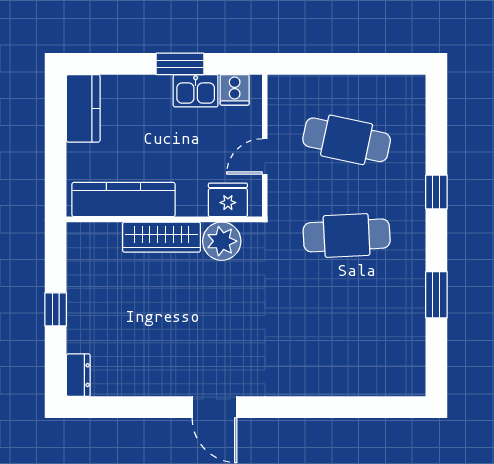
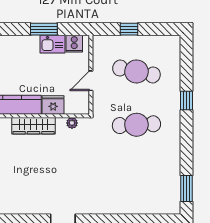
window: (333, 64) -> (129, 29), added
fridge: (228, 200) -> (53, 105), moved
plant: (222, 241) -> (72, 123), width x0.53, depth x0.53
window: (436, 295) -> (186, 189), moved

